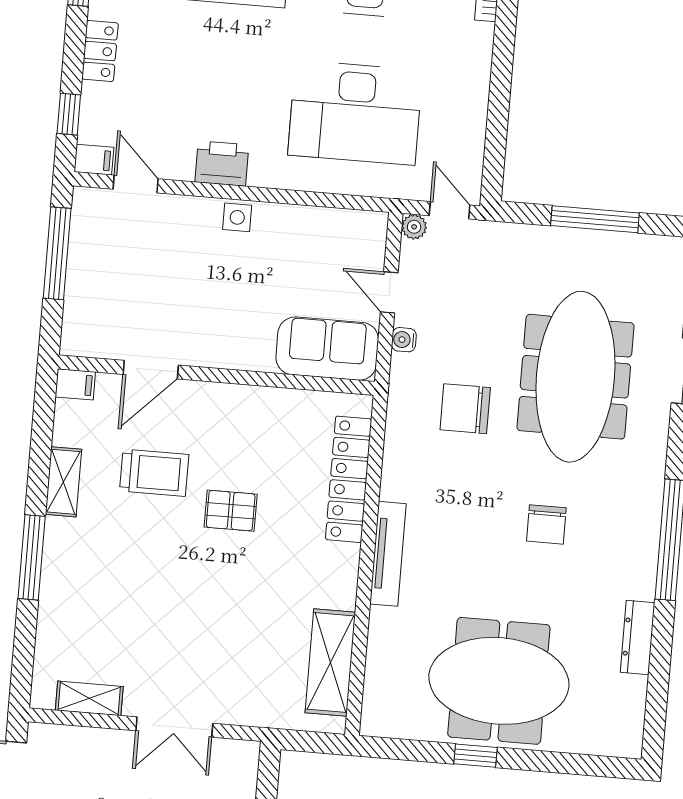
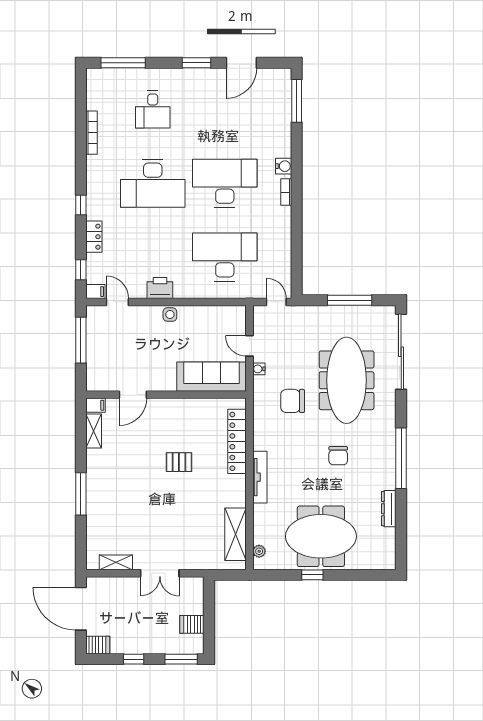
desk: (355, 113) -> (225, 257), turned 180
plant: (414, 227) -> (259, 551), moved
sofa: (327, 349) -> (211, 377), width x1.36
trolley: (154, 473) -> (139, 446), removed
shelving: (63, 482) -> (94, 431), moved

